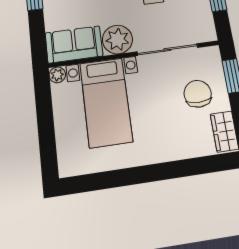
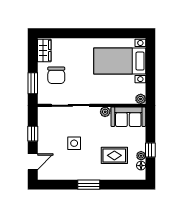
plant: (117, 39) -> (105, 112), width x0.53, depth x0.53
bed with nightstands: (106, 102) -> (120, 61), moved, turned -90

